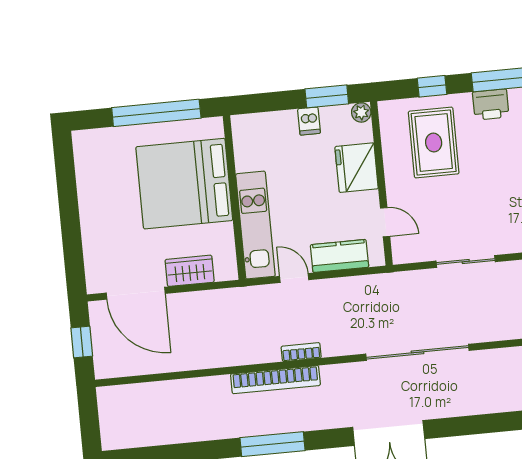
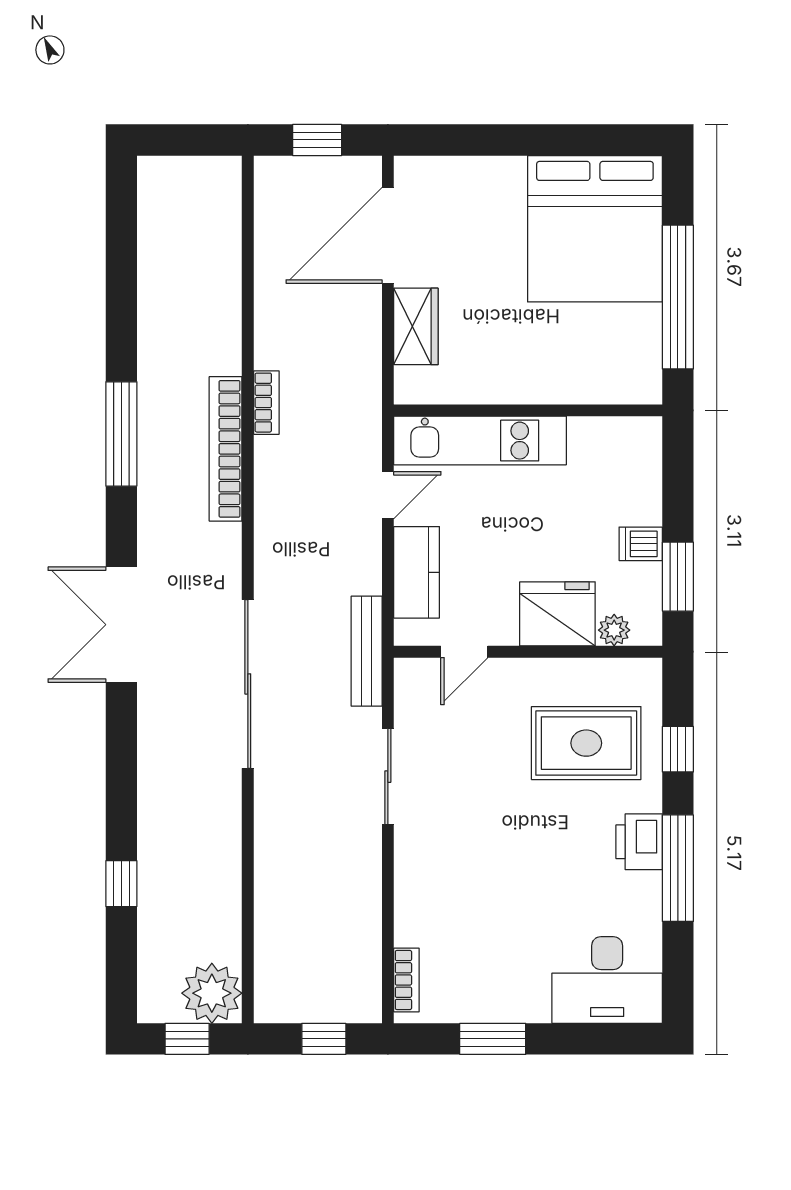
plant: (361, 112) -> (614, 630), moved
bed: (184, 184) -> (595, 229), moved, turned 180
bench: (391, 282) -> (367, 651), added
bookcase: (301, 352) -> (266, 403), moved

